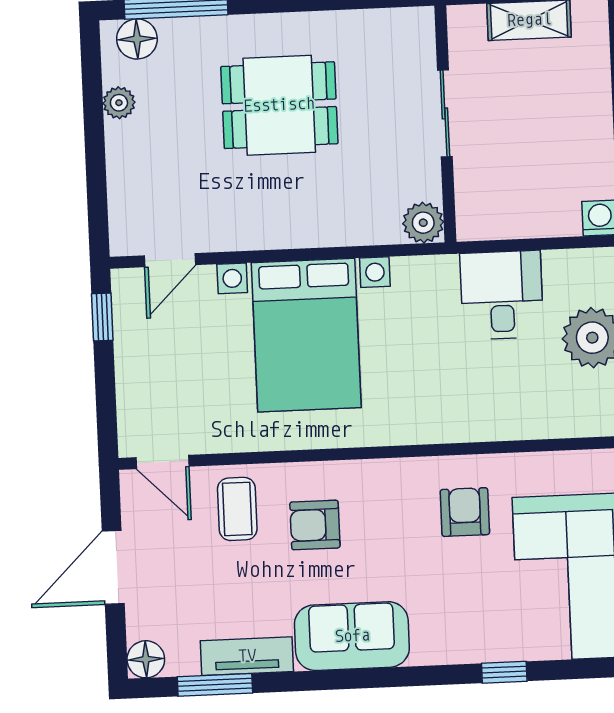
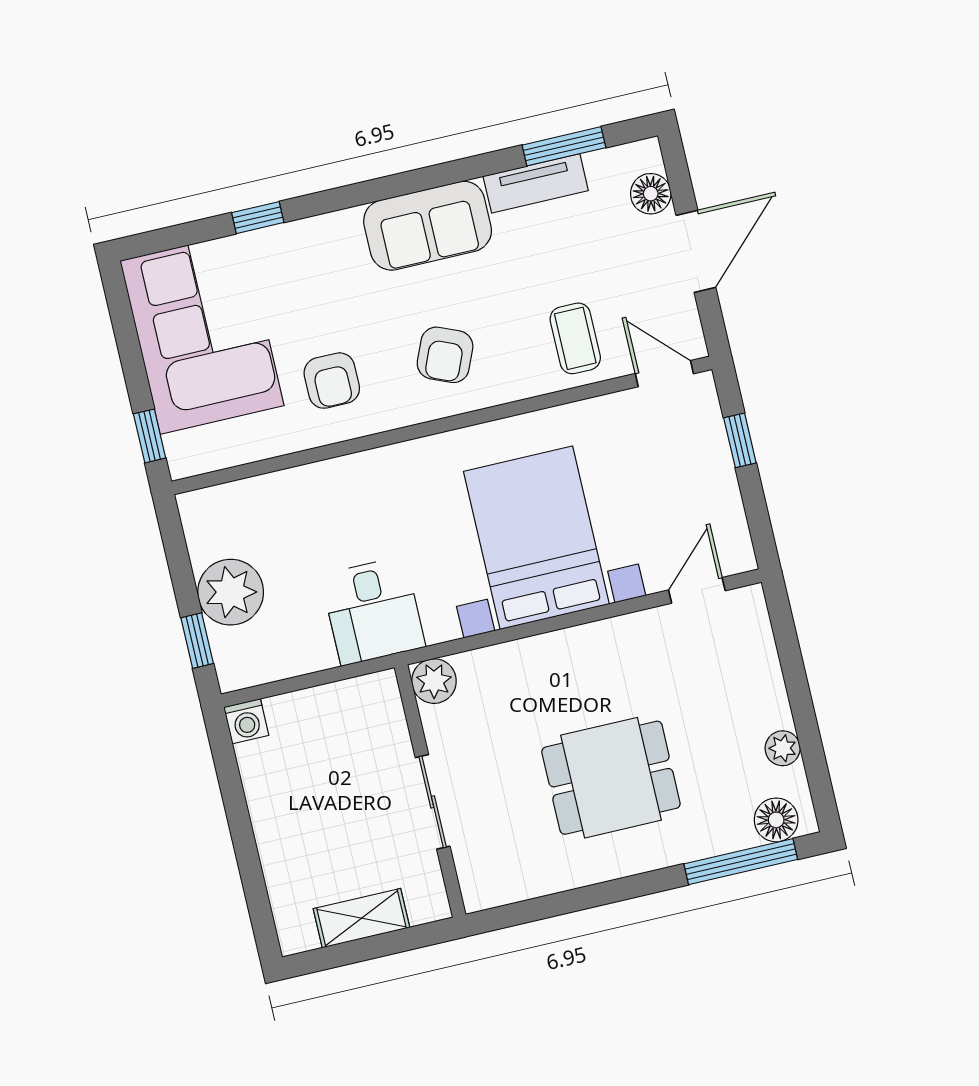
desk: (502, 295) -> (373, 611), moved
window: (102, 317) -> (740, 440), moved
armchair: (315, 525) -> (445, 355), moved, turned 113
floor lamp: (146, 659) -> (651, 194), moved

